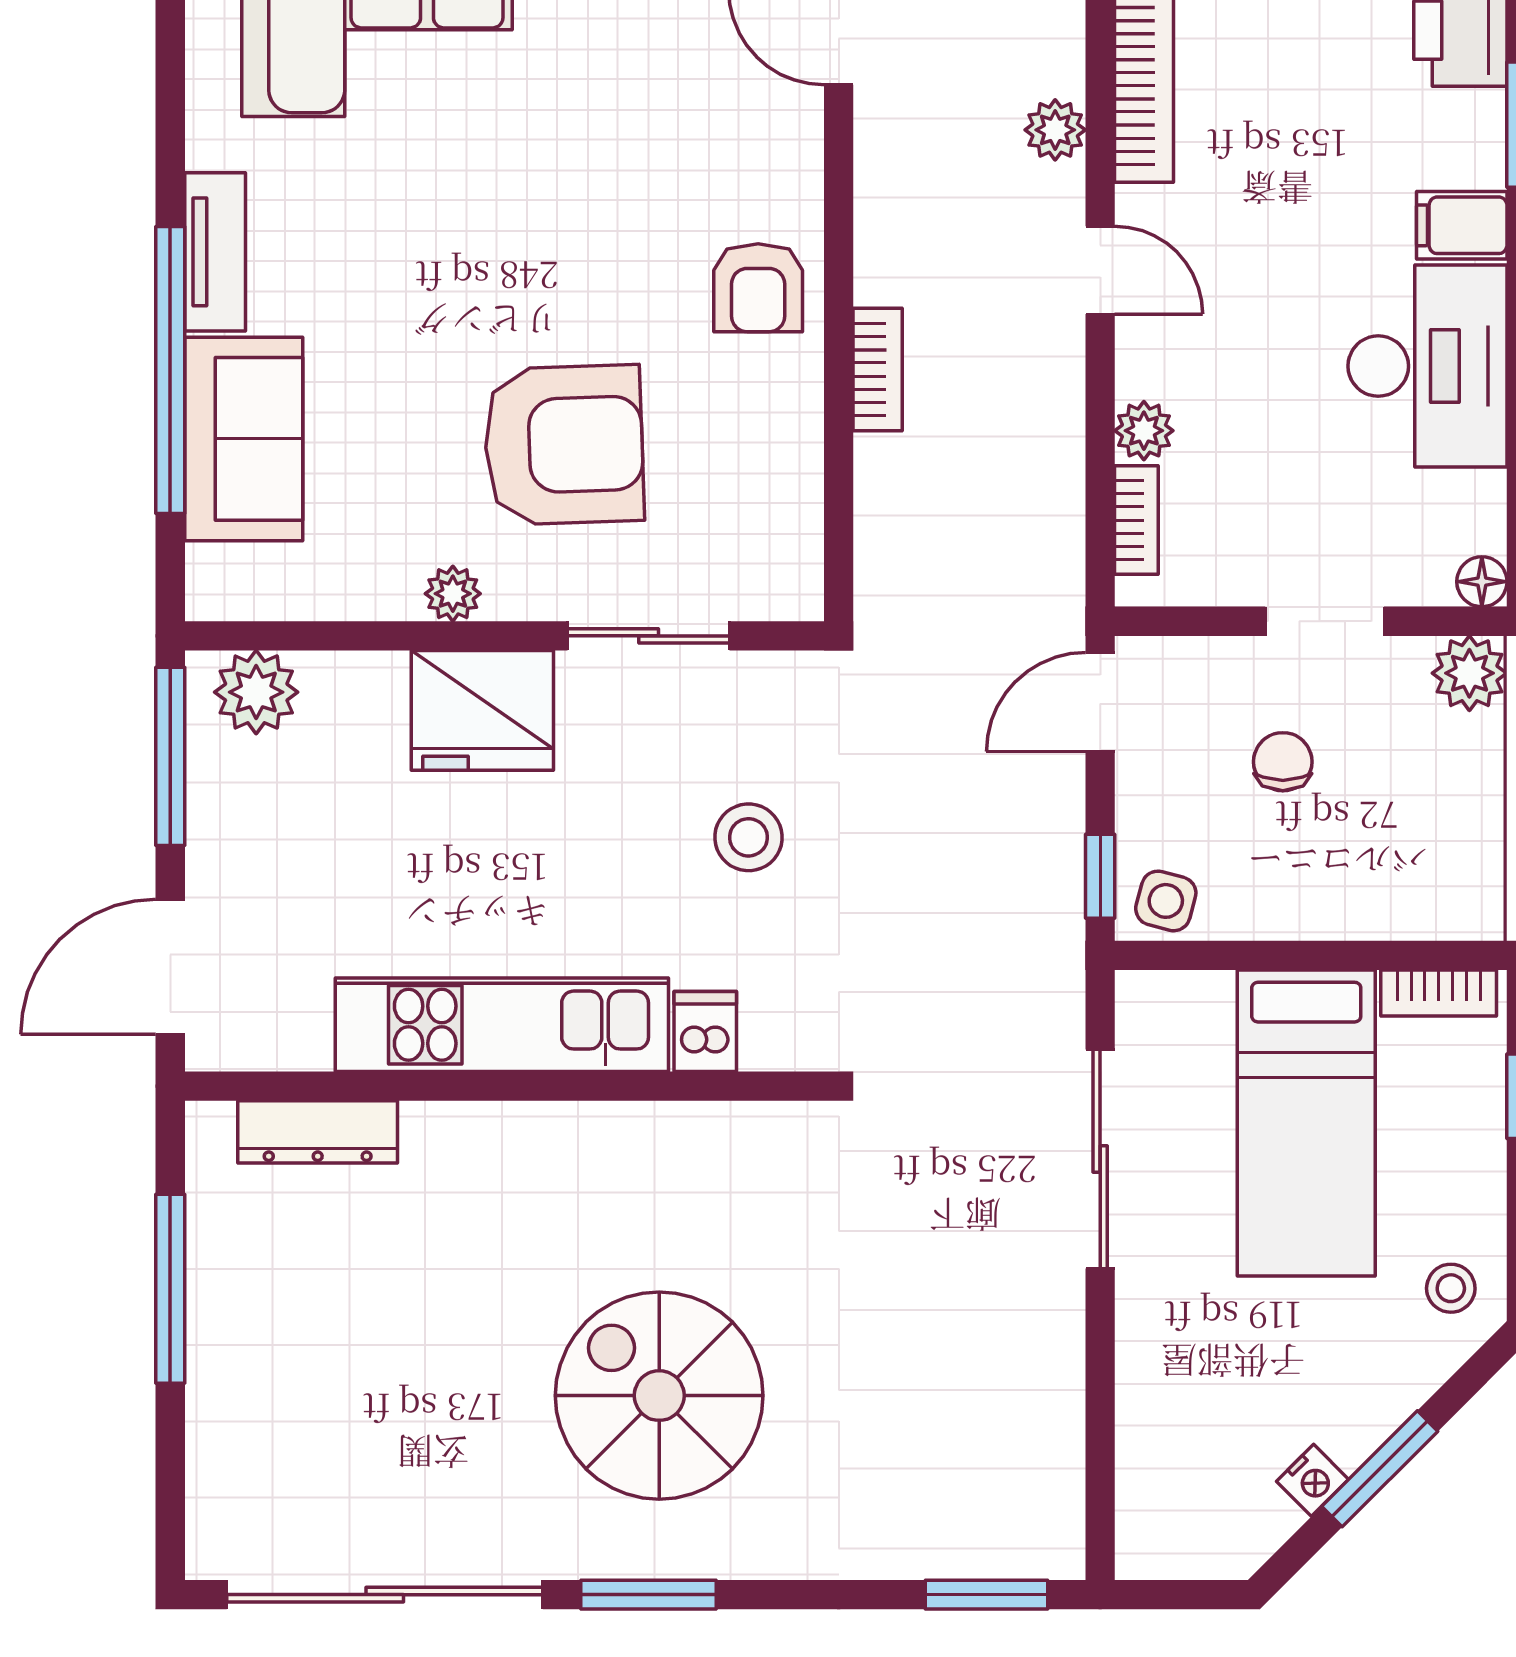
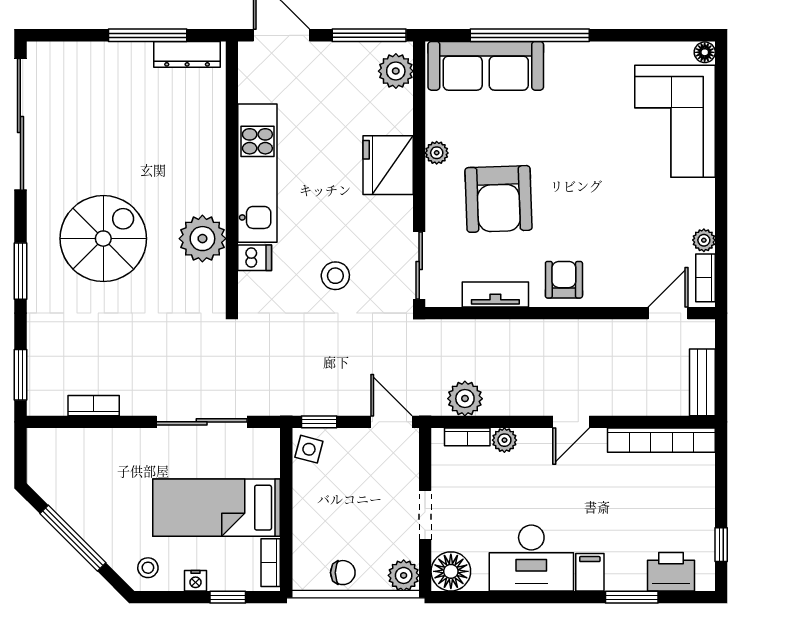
plant: (1055, 130) -> (465, 399), moved, width x1.38, depth x1.38
tv unit: (215, 252) -> (495, 295), moved, turned 180
armchair: (758, 288) -> (564, 280), turned 90
bookcase: (878, 370) -> (94, 406), moved, turned 180
sofa: (244, 439) -> (486, 66), width x1.36
floor lamp: (1482, 582) -> (451, 571), width x1.89, depth x1.89
sliding door: (649, 636) -> (419, 266), moved
chair: (1283, 762) -> (343, 573), moved
dresser: (318, 1132) -> (187, 54), moved, turned -90
plant: (659, 1157) -> (202, 239), added
window: (1380, 1469) -> (73, 538), width x1.44
nightstand: (1313, 1480) -> (195, 581), moved, turned -45
window: (649, 1595) -> (20, 271), moved

